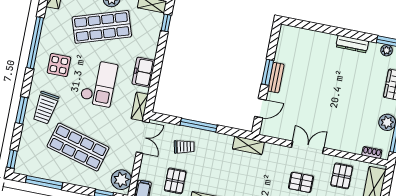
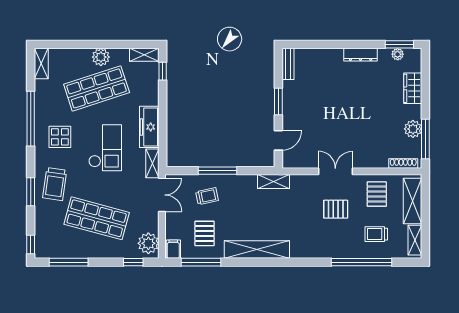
freezer: (143, 72) -> (149, 127), width x1.40
bench: (276, 78) -> (288, 64), moved
shoe rack: (372, 153) -> (403, 163), width x1.43

